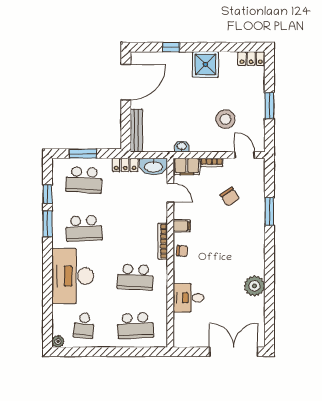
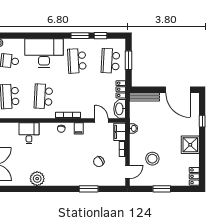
door: (170, 193) -> (102, 120), swing flipped

